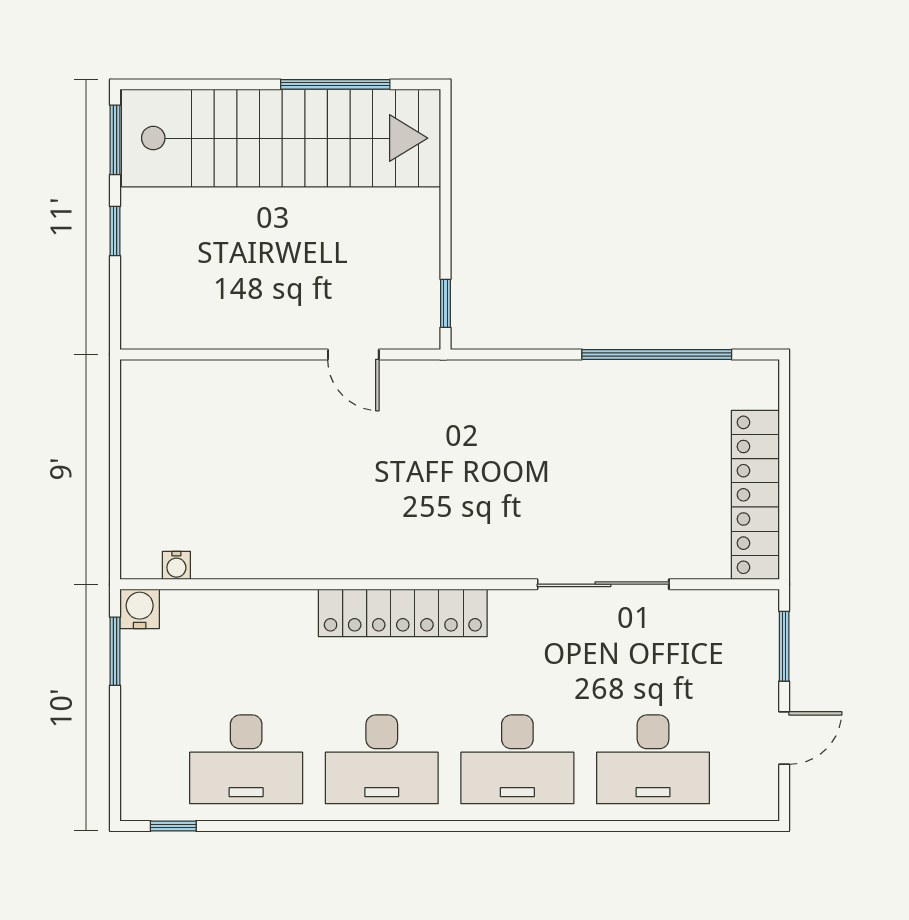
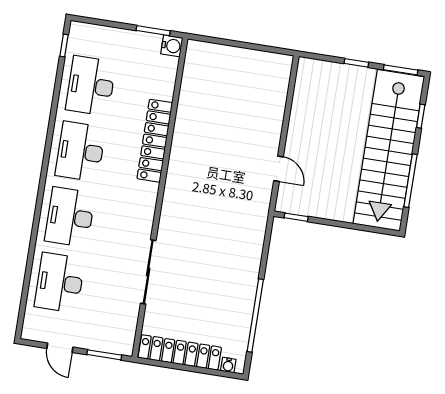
window: (202, 84) -> (421, 116), added
door: (353, 354) -> (278, 169), swing flipped
water cooler: (176, 565) -> (228, 365), moved, turned -90
locker: (403, 613) -> (155, 141), moved

